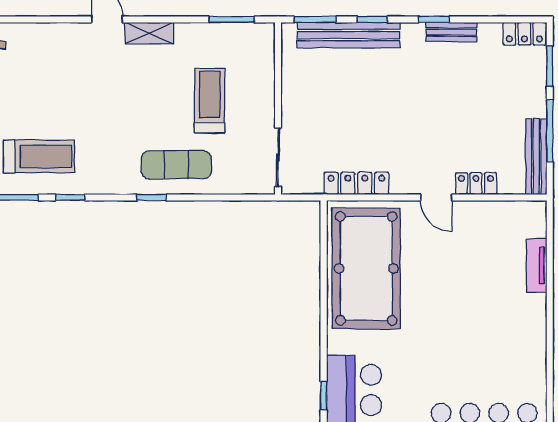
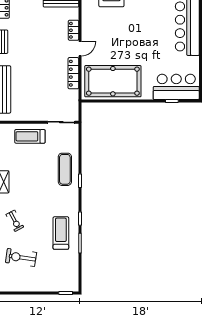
exercise bike: (65, 57) -> (15, 221), added
treadmill: (210, 101) -> (30, 136), moved
locker: (356, 183) -> (73, 73), moved

